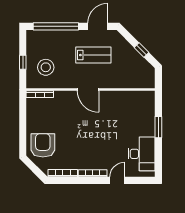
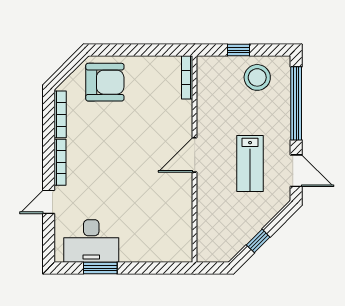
stool: (46, 67) -> (257, 77), moved
window: (158, 127) -> (100, 268), moved
door: (117, 180) -> (49, 202), swing flipped

